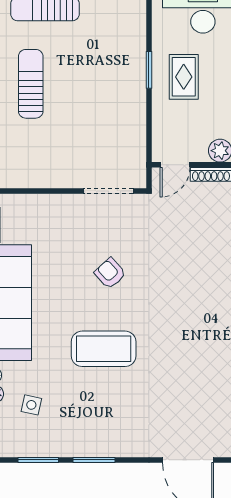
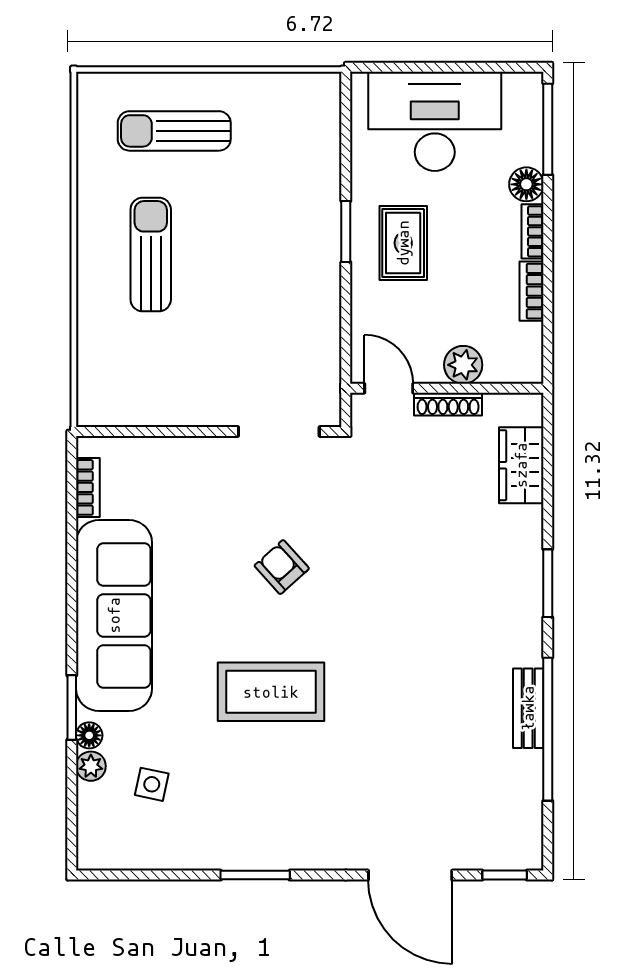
door: (175, 165) -> (389, 388), swing flipped
window: (38, 460) -> (163, 875), removed

